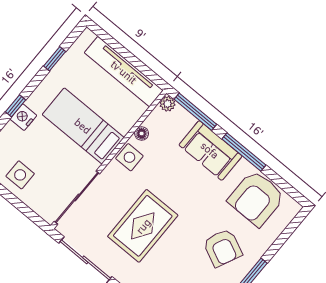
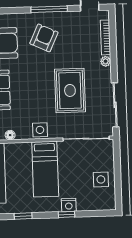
floor lamp: (142, 134) -> (10, 135), moved
rug: (143, 226) -> (70, 90), turned 90

